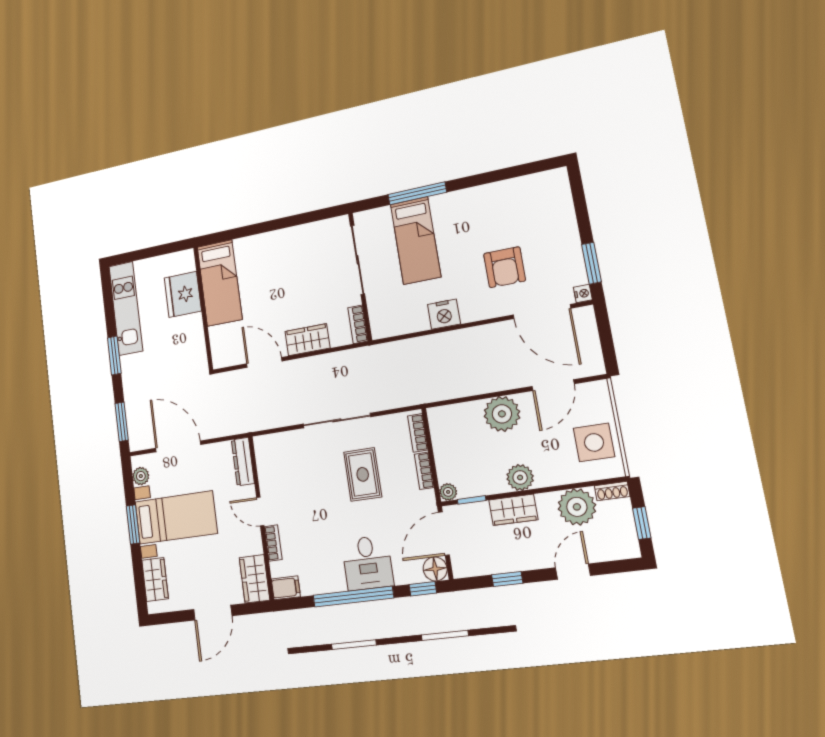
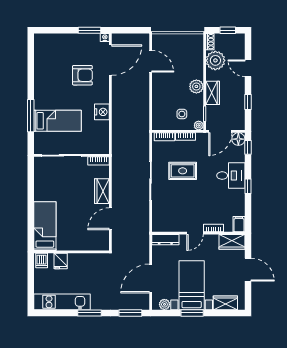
dishwasher: (184, 263) -> (42, 261), added
bed: (220, 283) -> (45, 226), moved, turned -90
fridge: (183, 294) -> (61, 261), width x0.53, depth x0.75
plant: (502, 414) -> (161, 90), removed
side table: (594, 442) -> (182, 114), moved, width x0.54, depth x0.54
door: (444, 534) -> (220, 131), hinge flipped
window: (353, 597) -> (248, 186), width x0.32

